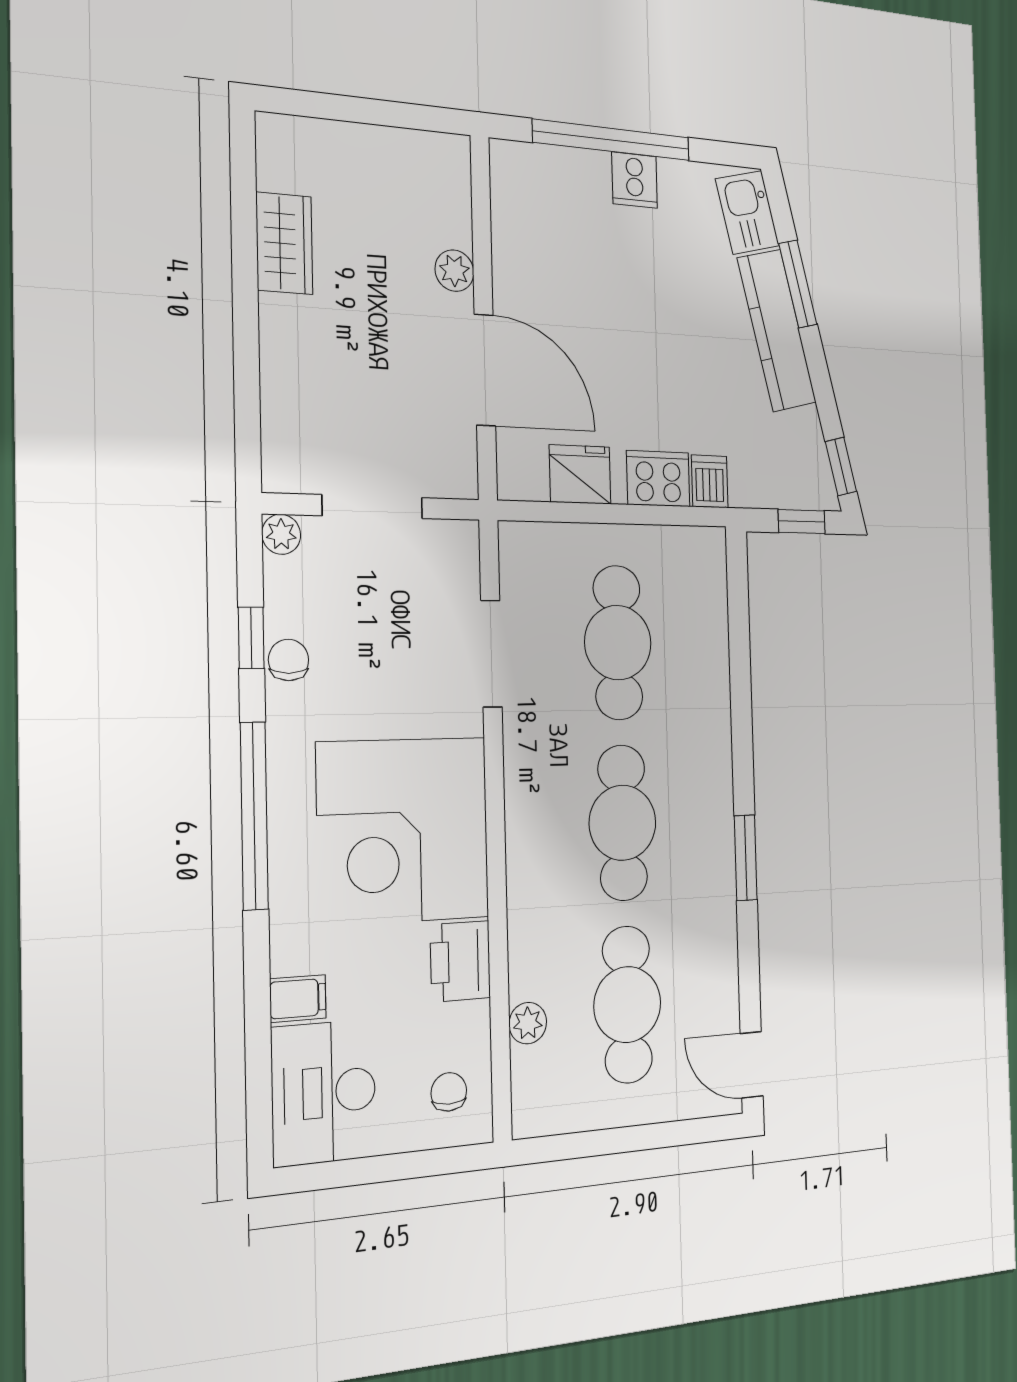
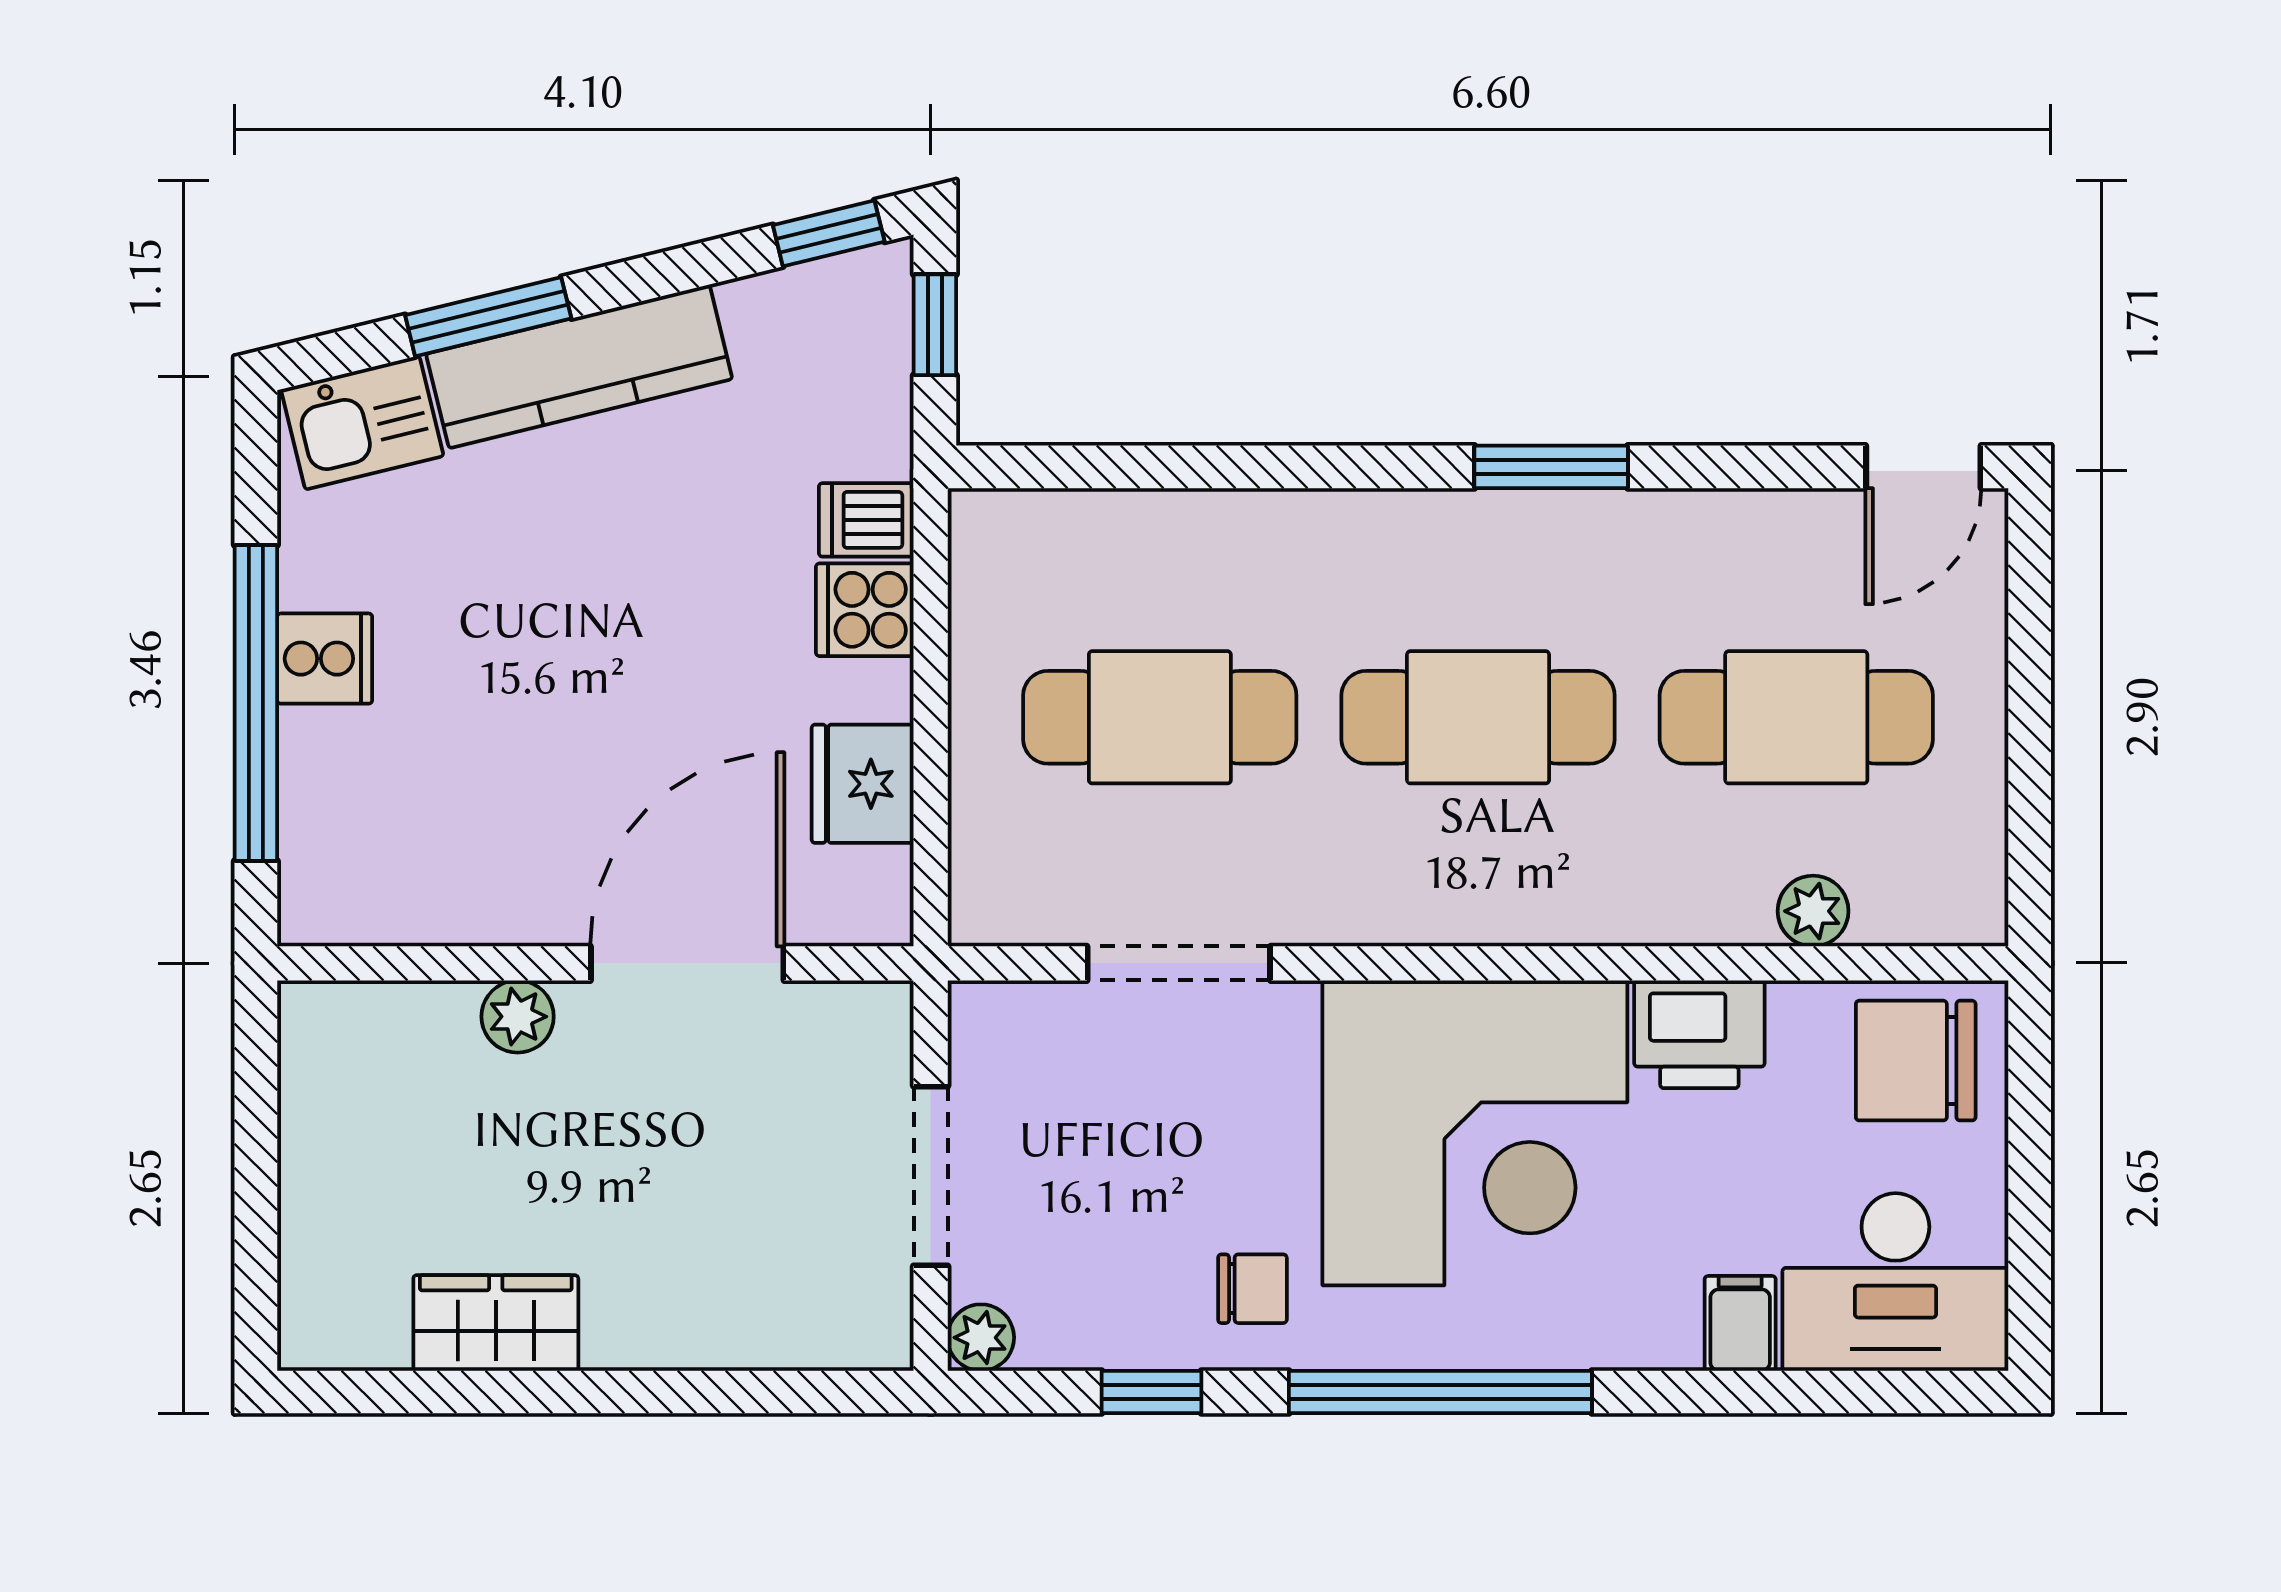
cooker: (658, 479) -> (865, 610), width x0.73
chair: (289, 660) -> (1252, 1289), moved, turned 180
chair: (449, 1092) -> (1916, 1061), width x1.87, depth x1.87

